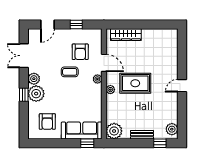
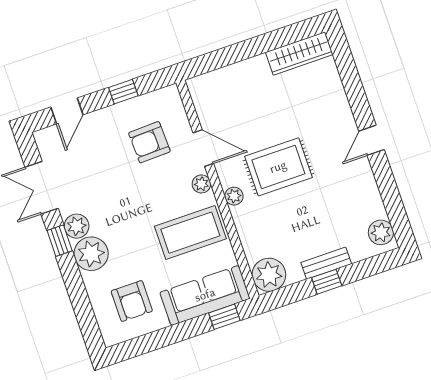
wardrobe: (126, 35) -> (299, 53), moved
armchair: (80, 52) -> (149, 142), turned 88
coffee table: (70, 72) -> (190, 233), moved, width x1.86, depth x1.72
window: (24, 95) -> (60, 241), moved
window: (160, 143) -> (327, 282), moved

